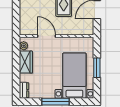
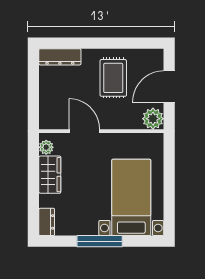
plant: (87, 29) -> (153, 119), added
window: (97, 68) -> (169, 184), removed

